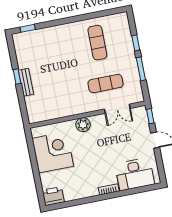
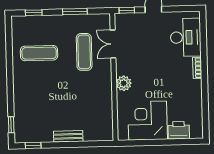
window: (136, 43) -> (34, 13), moved
window: (17, 76) -> (33, 145), moved
double door: (117, 109) -> (113, 44), swing flipped
printer: (53, 196) -> (179, 130), moved, turned 90

